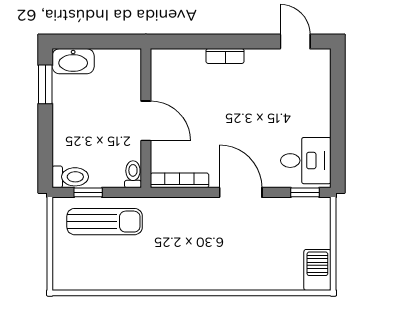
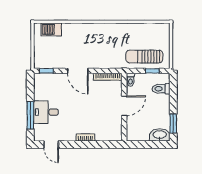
window: (338, 101) -> (30, 115), added
door: (146, 121) -> (124, 106), swing flipped
desk: (306, 161) -> (46, 112), moved
toilet: (70, 177) -> (161, 89), moved
barbecue: (317, 270) -> (51, 29), moved, turned 90

